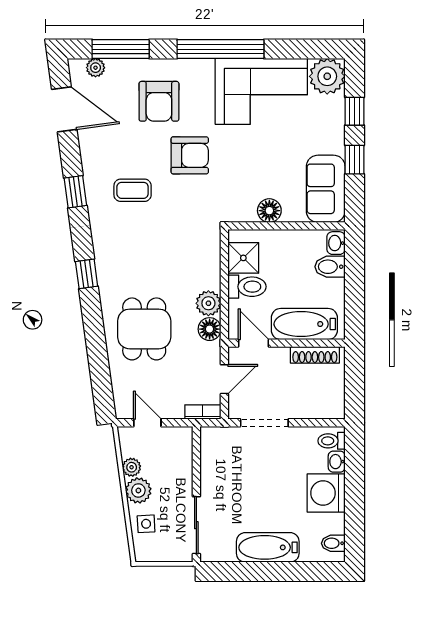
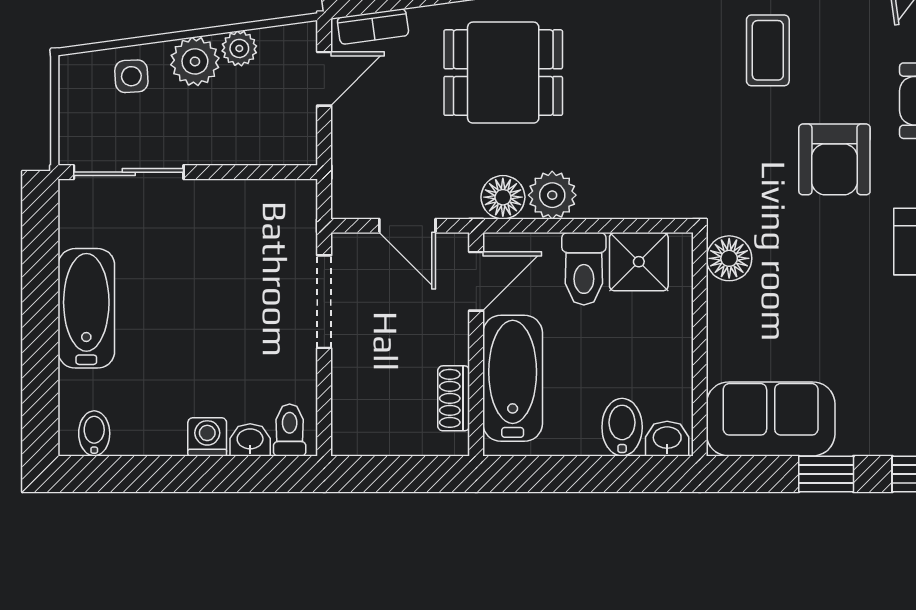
floor lamp: (269, 211) -> (729, 258), moved
shoe rack: (315, 355) -> (454, 398), width x0.70
bookcase: (203, 412) -> (373, 26), moved, turned 82
washing machine: (326, 493) -> (207, 437), width x0.53, depth x0.53

